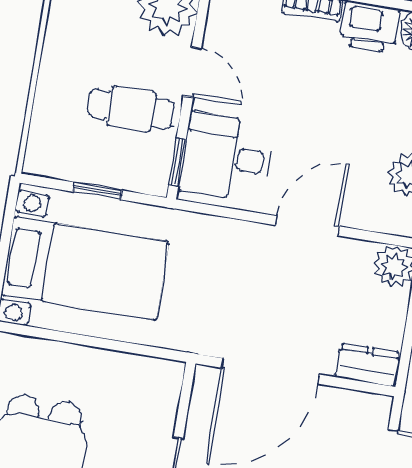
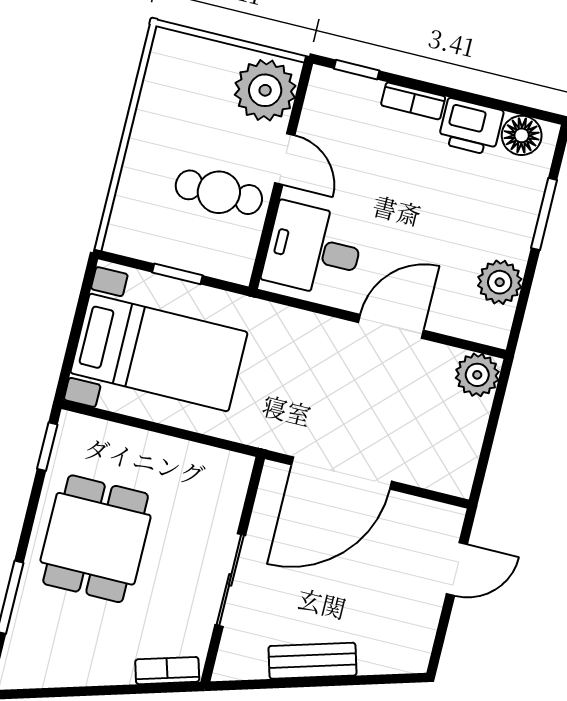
window: (177, 162) -> (262, 251), removed
dresser: (368, 365) -> (442, 474), removed

